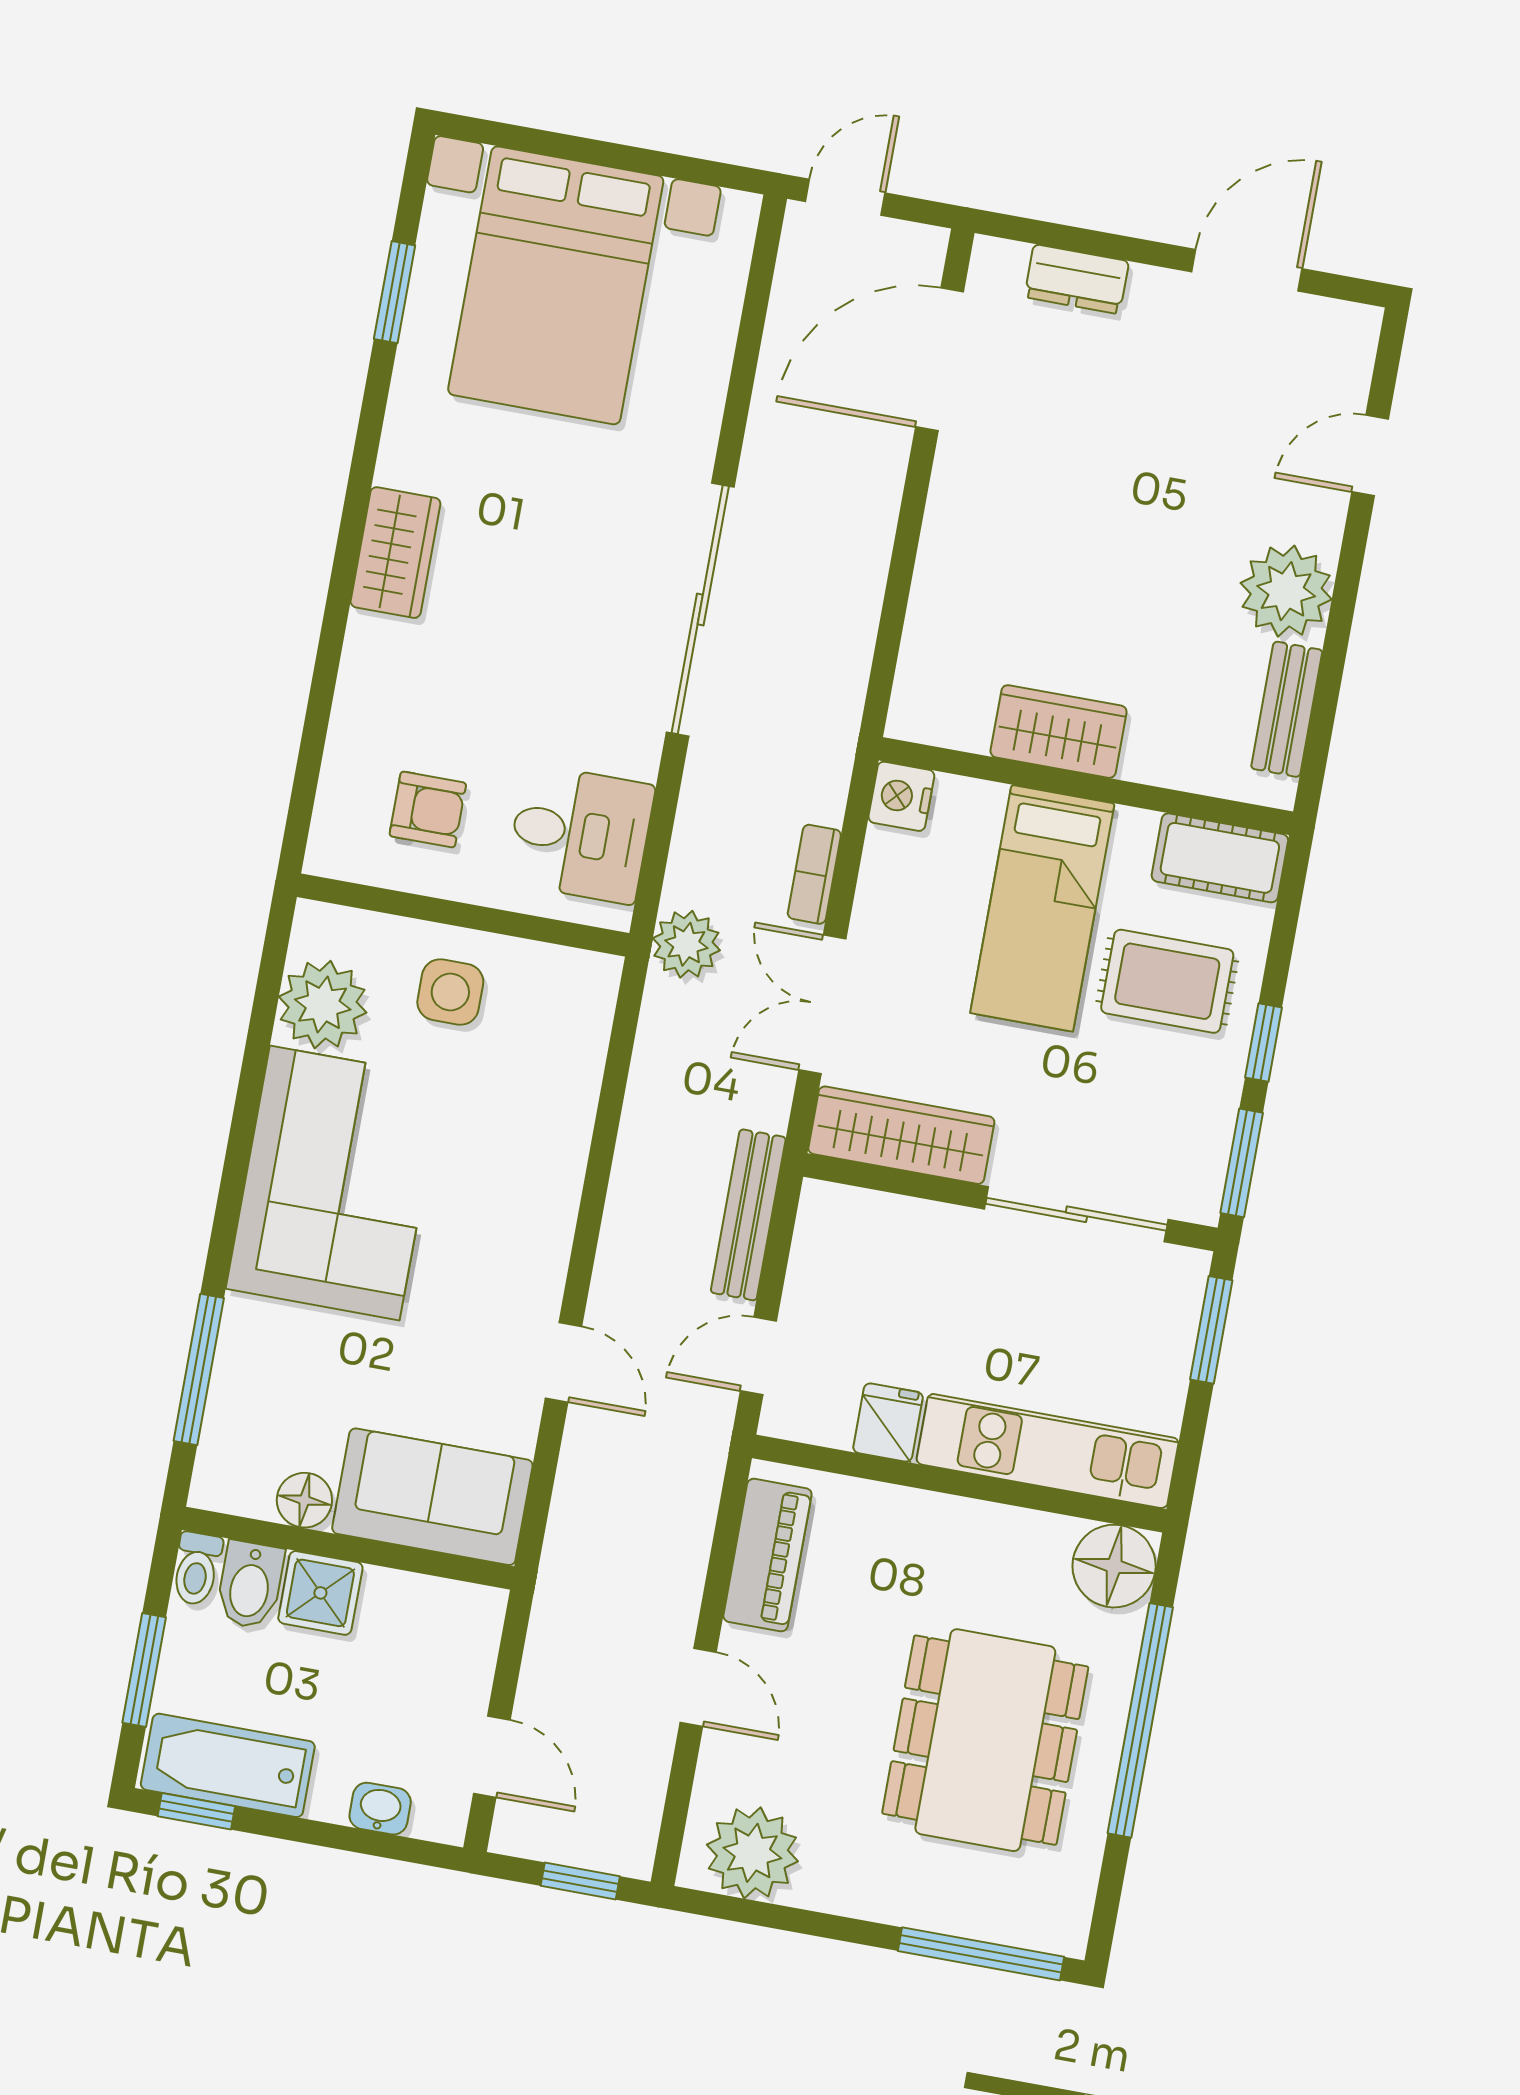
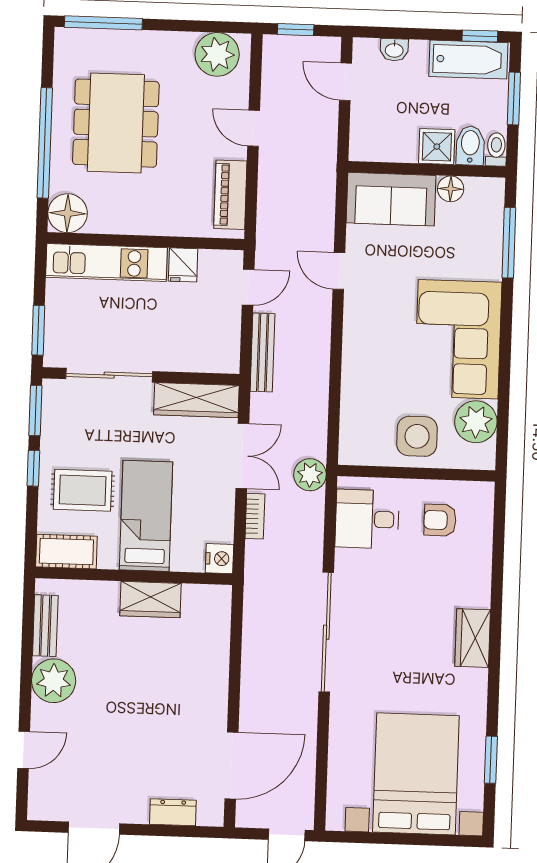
side table: (450, 992) -> (417, 436), width x1.37, depth x1.37

